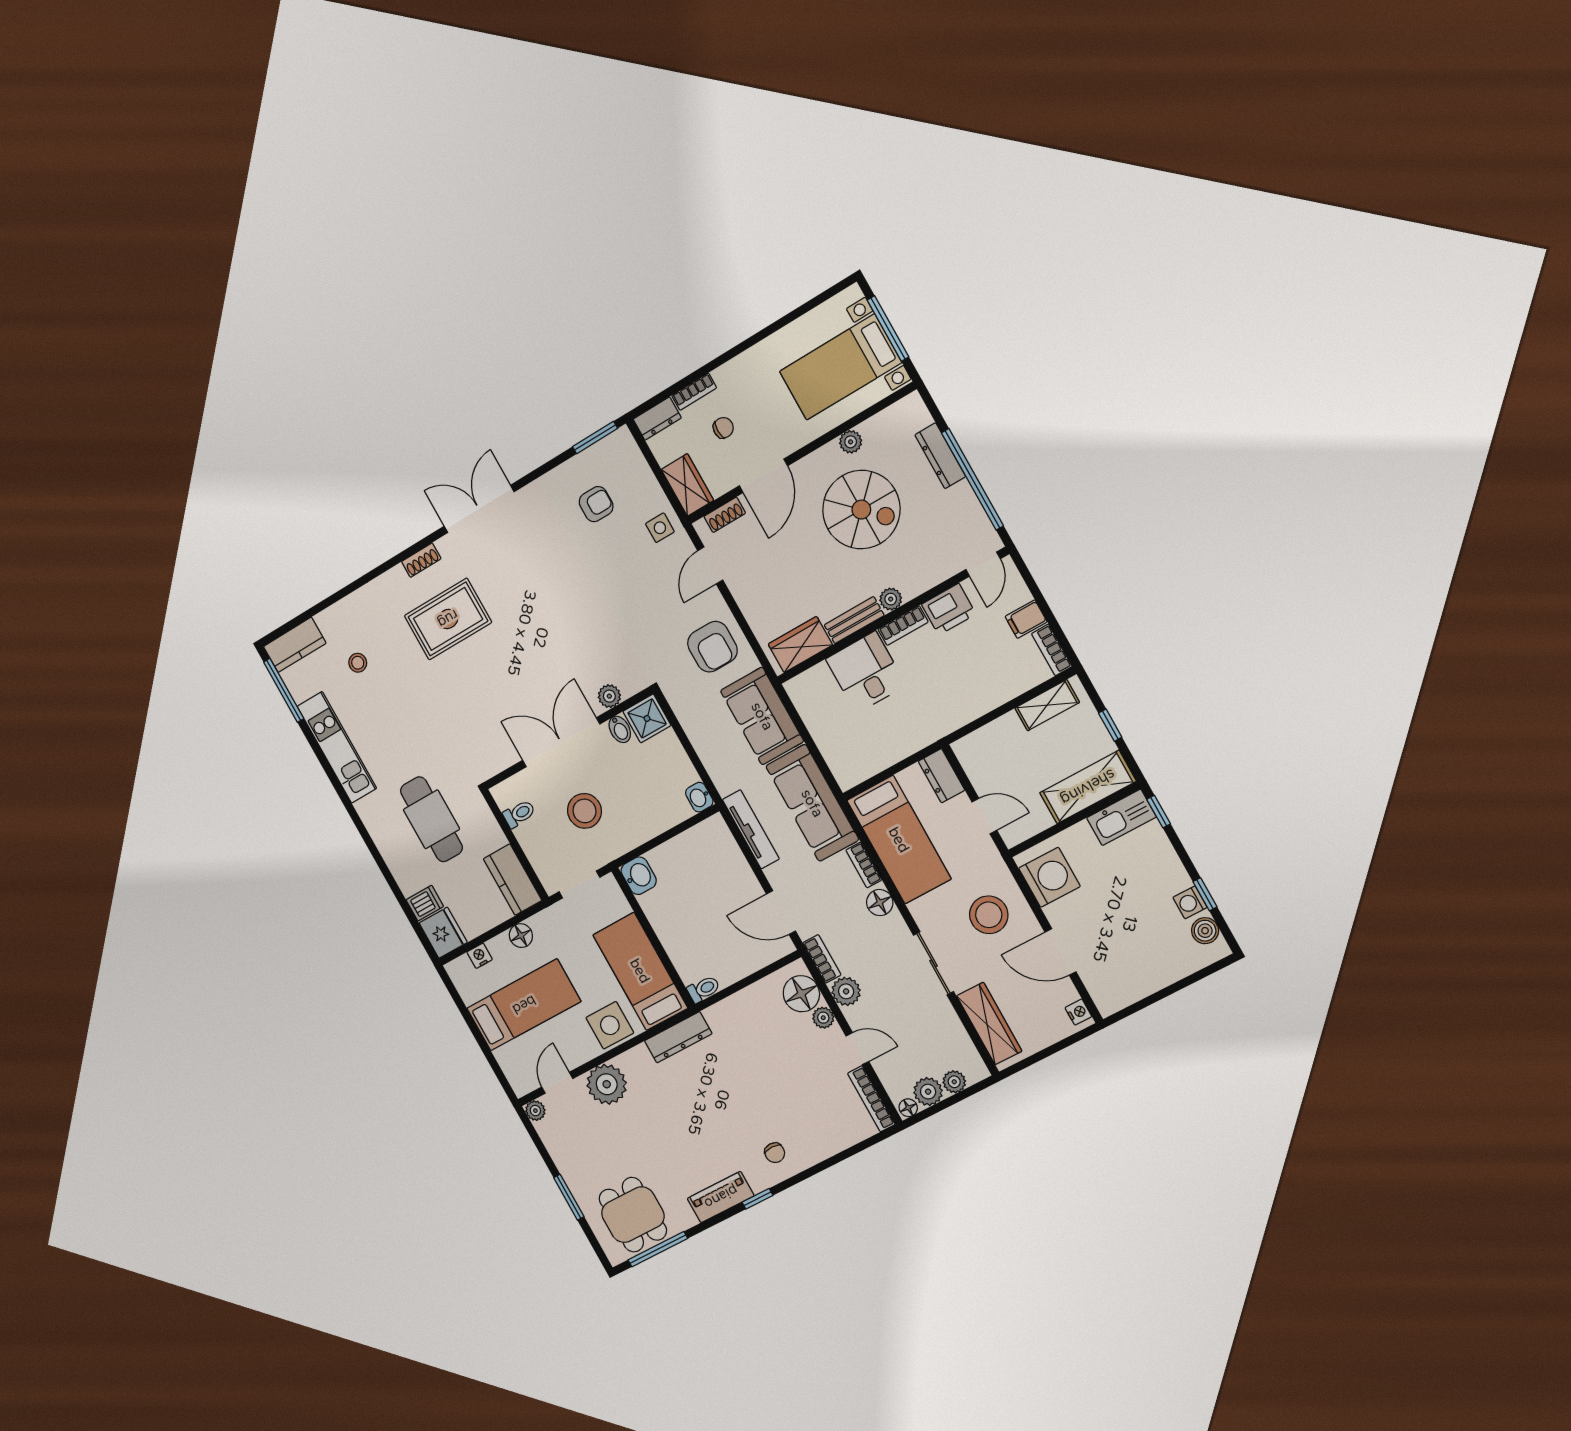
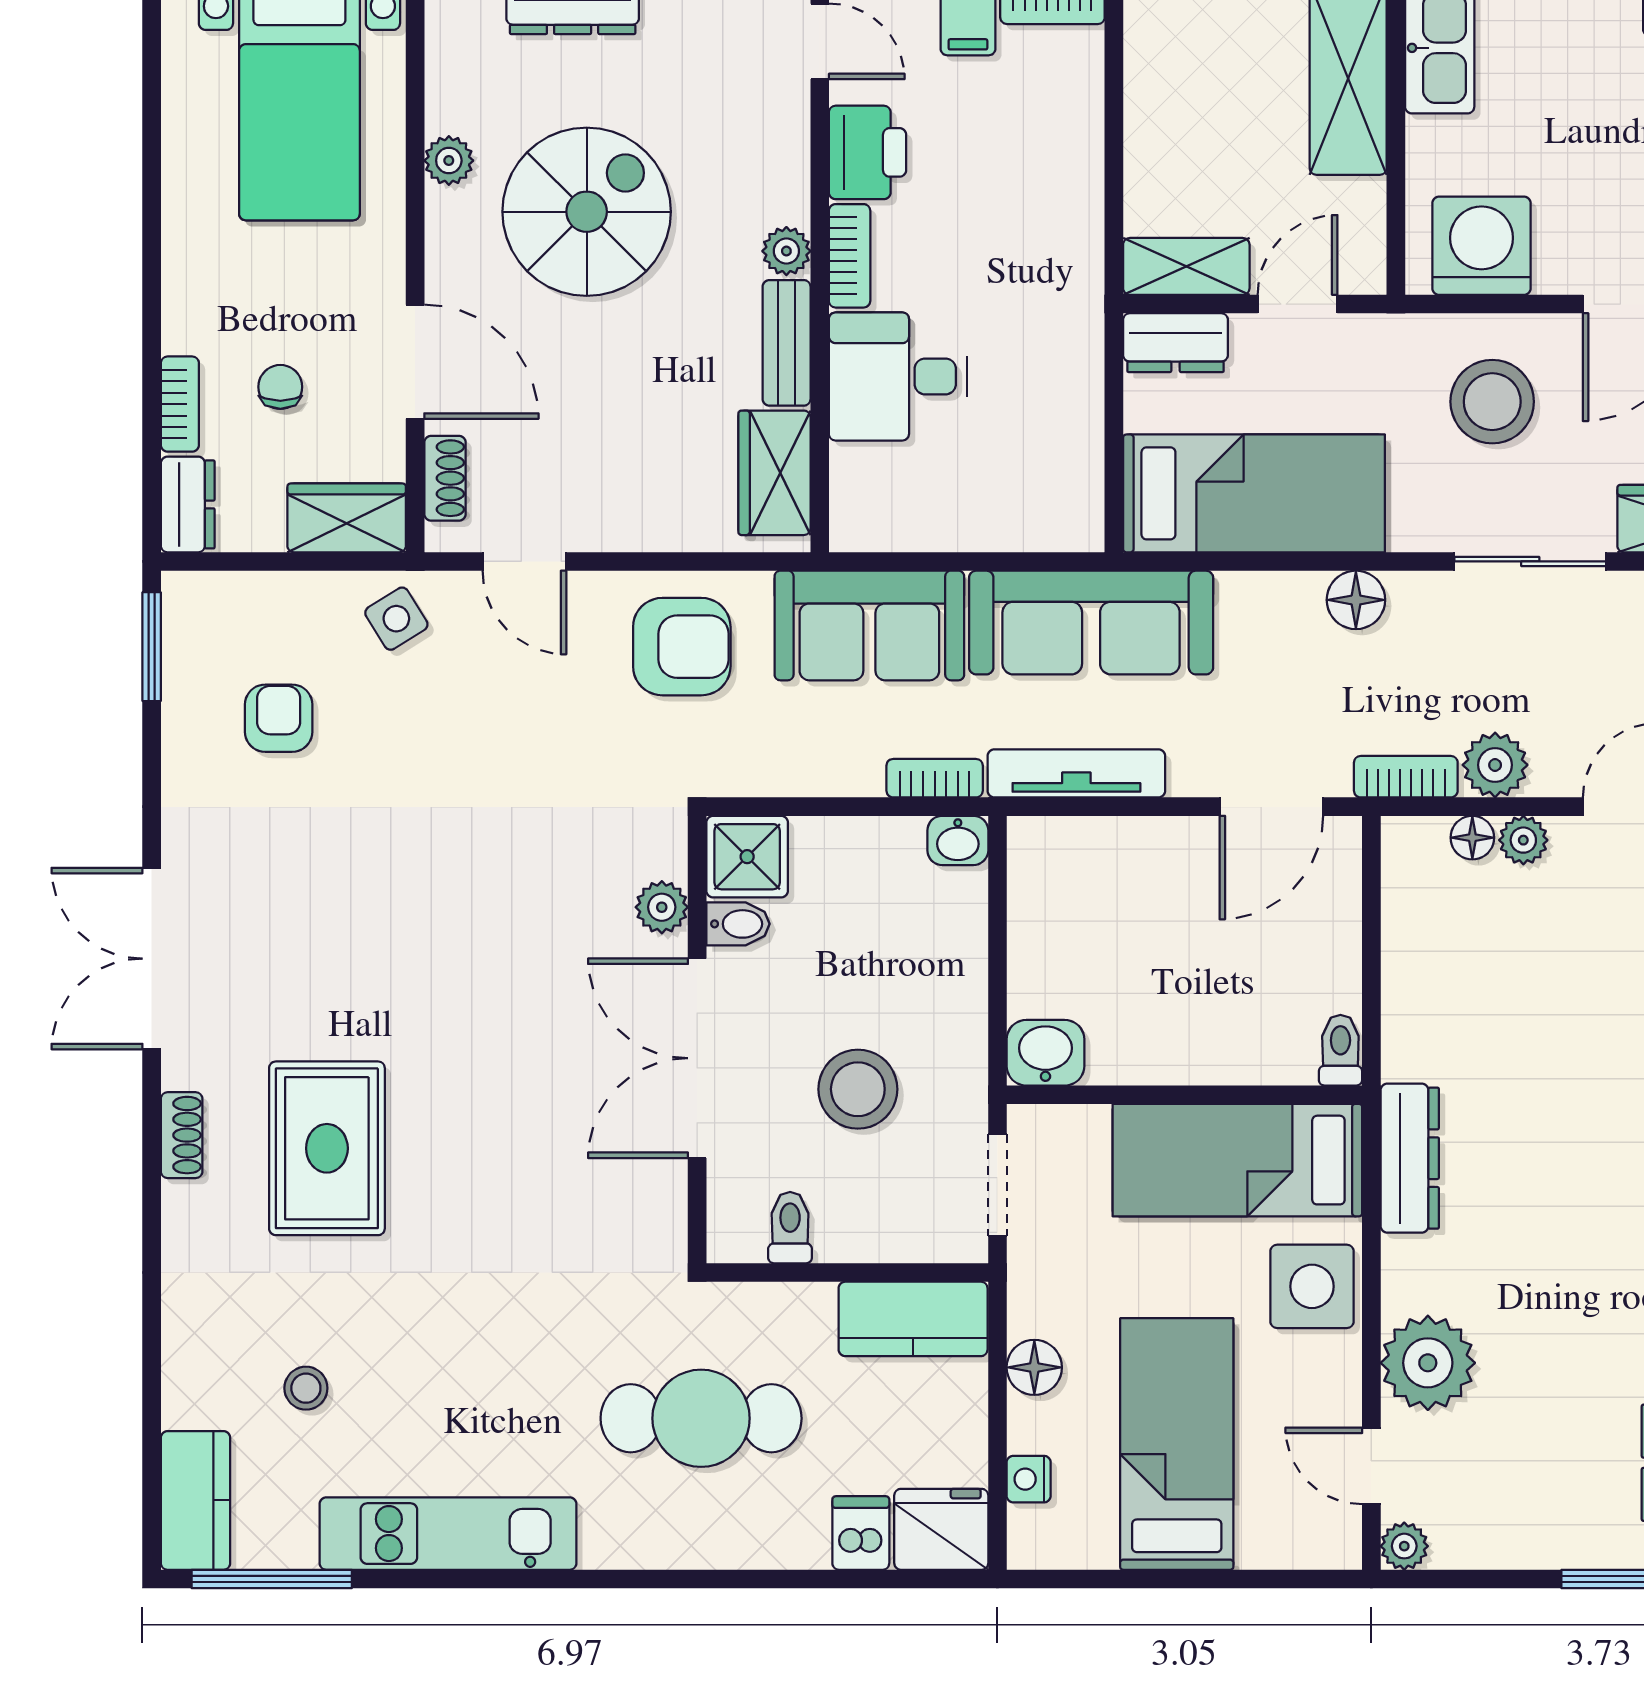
side table: (660, 528) -> (396, 619), turned -32
shelving: (1047, 705) -> (1186, 266), moved, turned 90
bookcase: (864, 865) -> (935, 778), moved, turned 180
floor lamp: (801, 994) -> (1472, 838), width x0.53, depth x0.53

